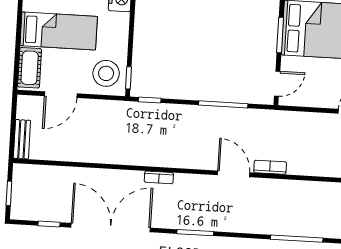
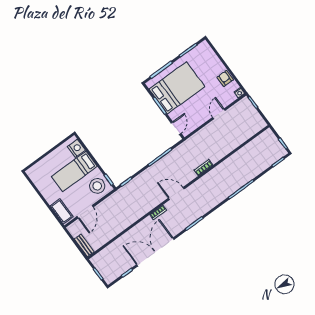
bed: (59, 31) -> (74, 171), moved, turned 180
door: (234, 174) -> (176, 193), moved

